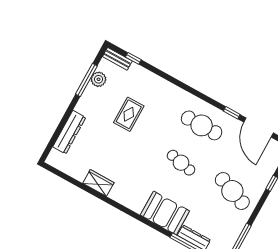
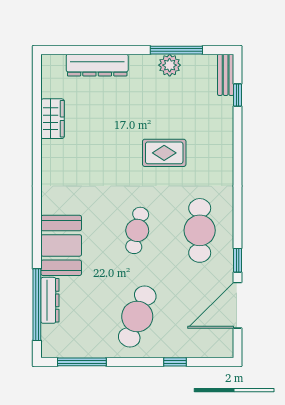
plant: (99, 79) -> (170, 65), moved
rug: (129, 114) -> (164, 153), moved
wardrobe: (98, 183) -> (52, 119), moved

